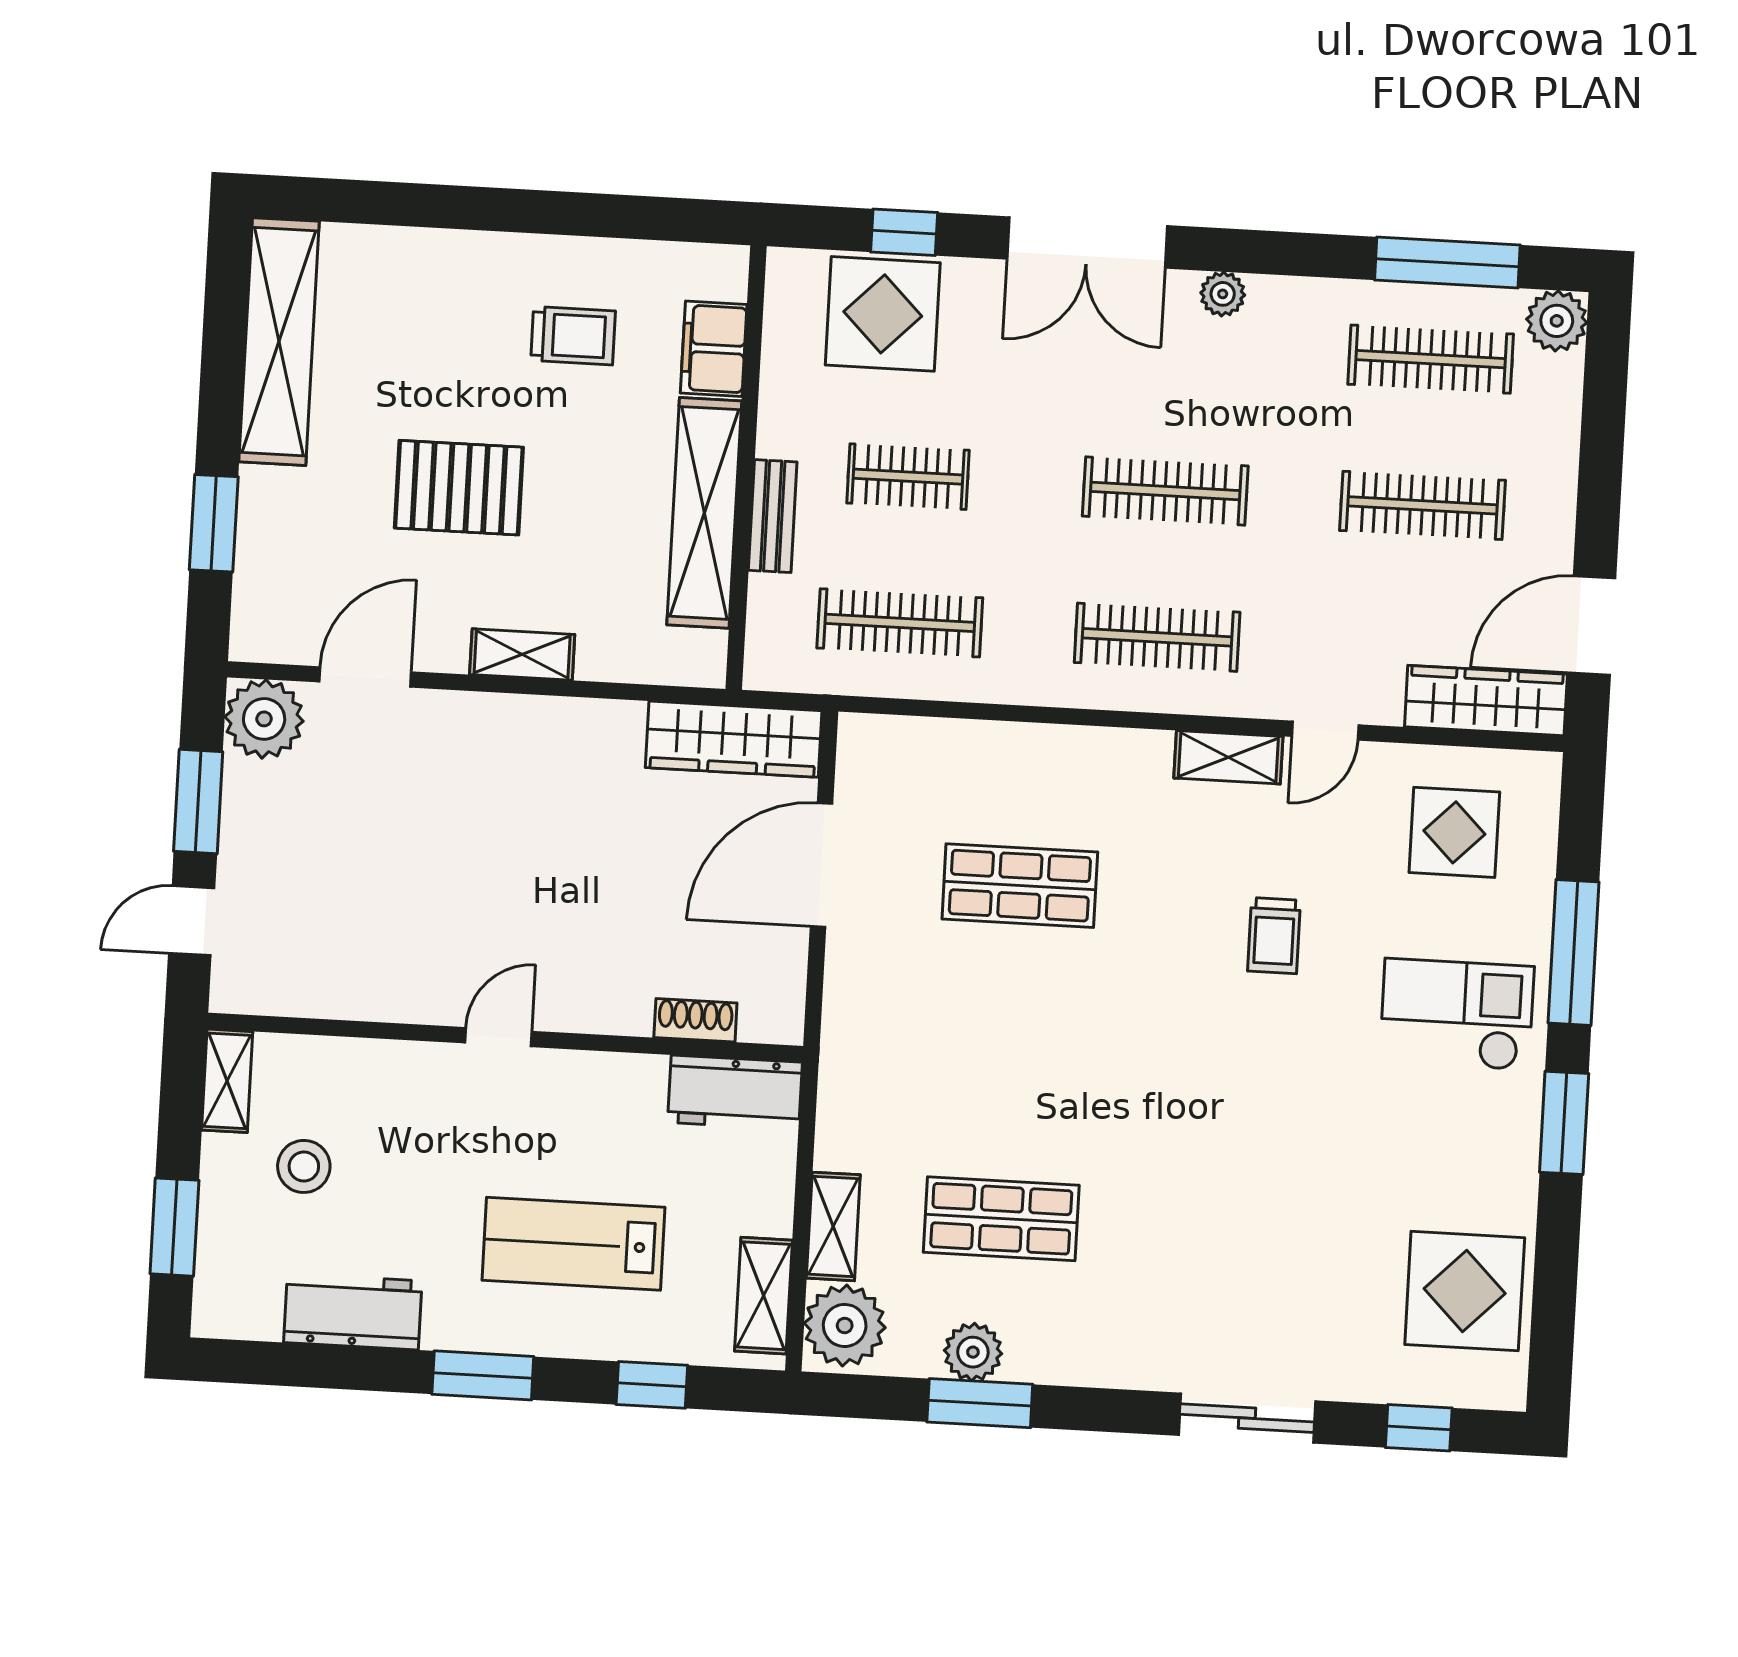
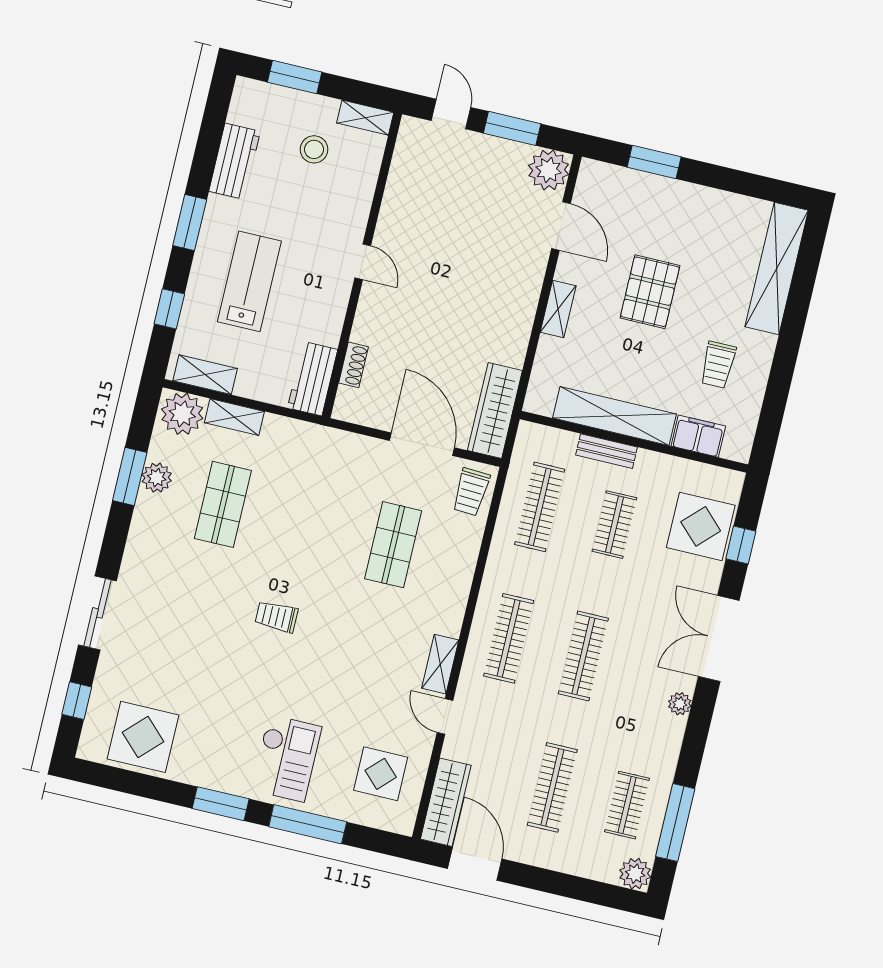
shelving: (279, 342) -> (777, 269), moved, turned 90
clothes rail: (1431, 359) -> (627, 805), width x0.73
trolley: (895, 757) -> (471, 492), added
trolley: (1274, 936) -> (276, 617), moved

